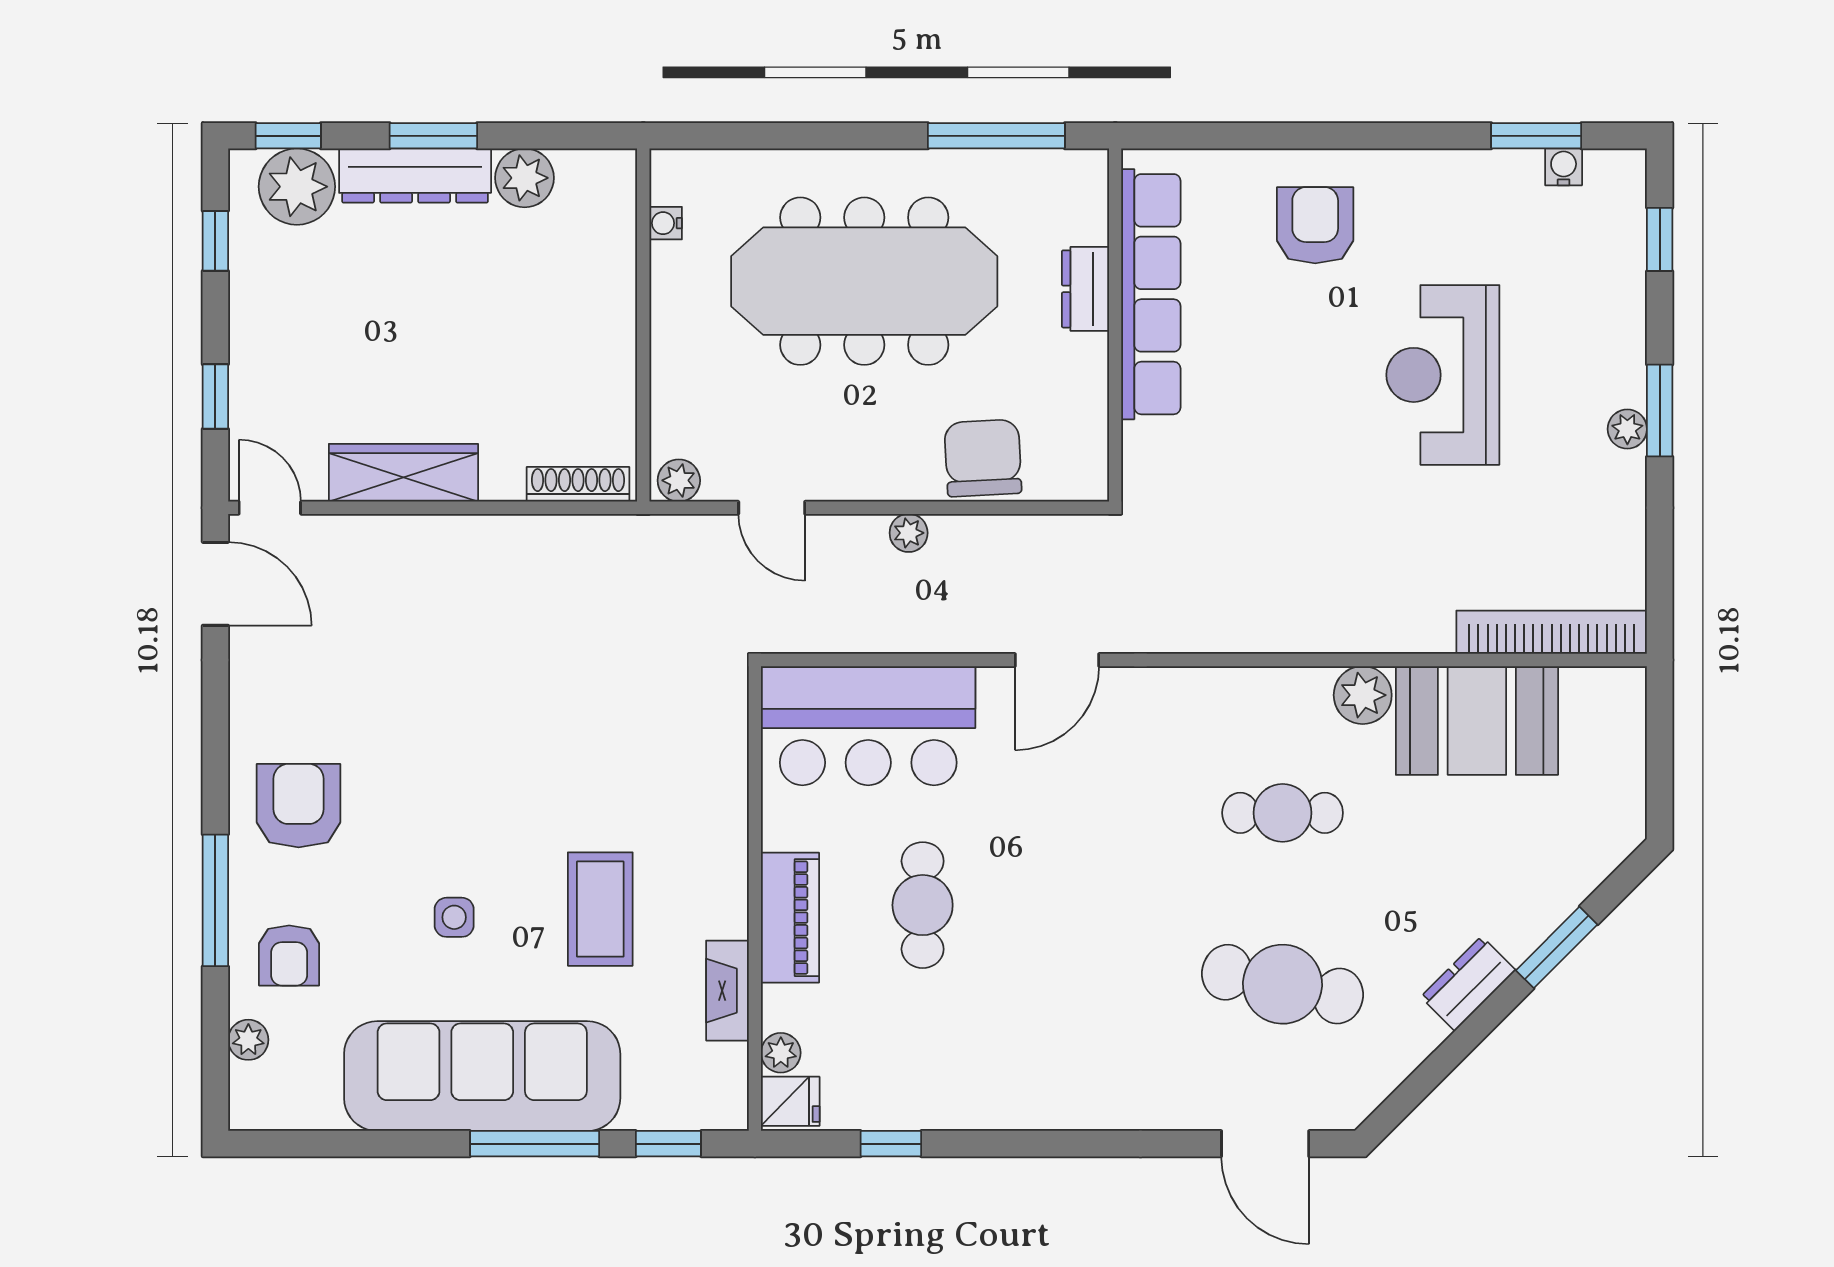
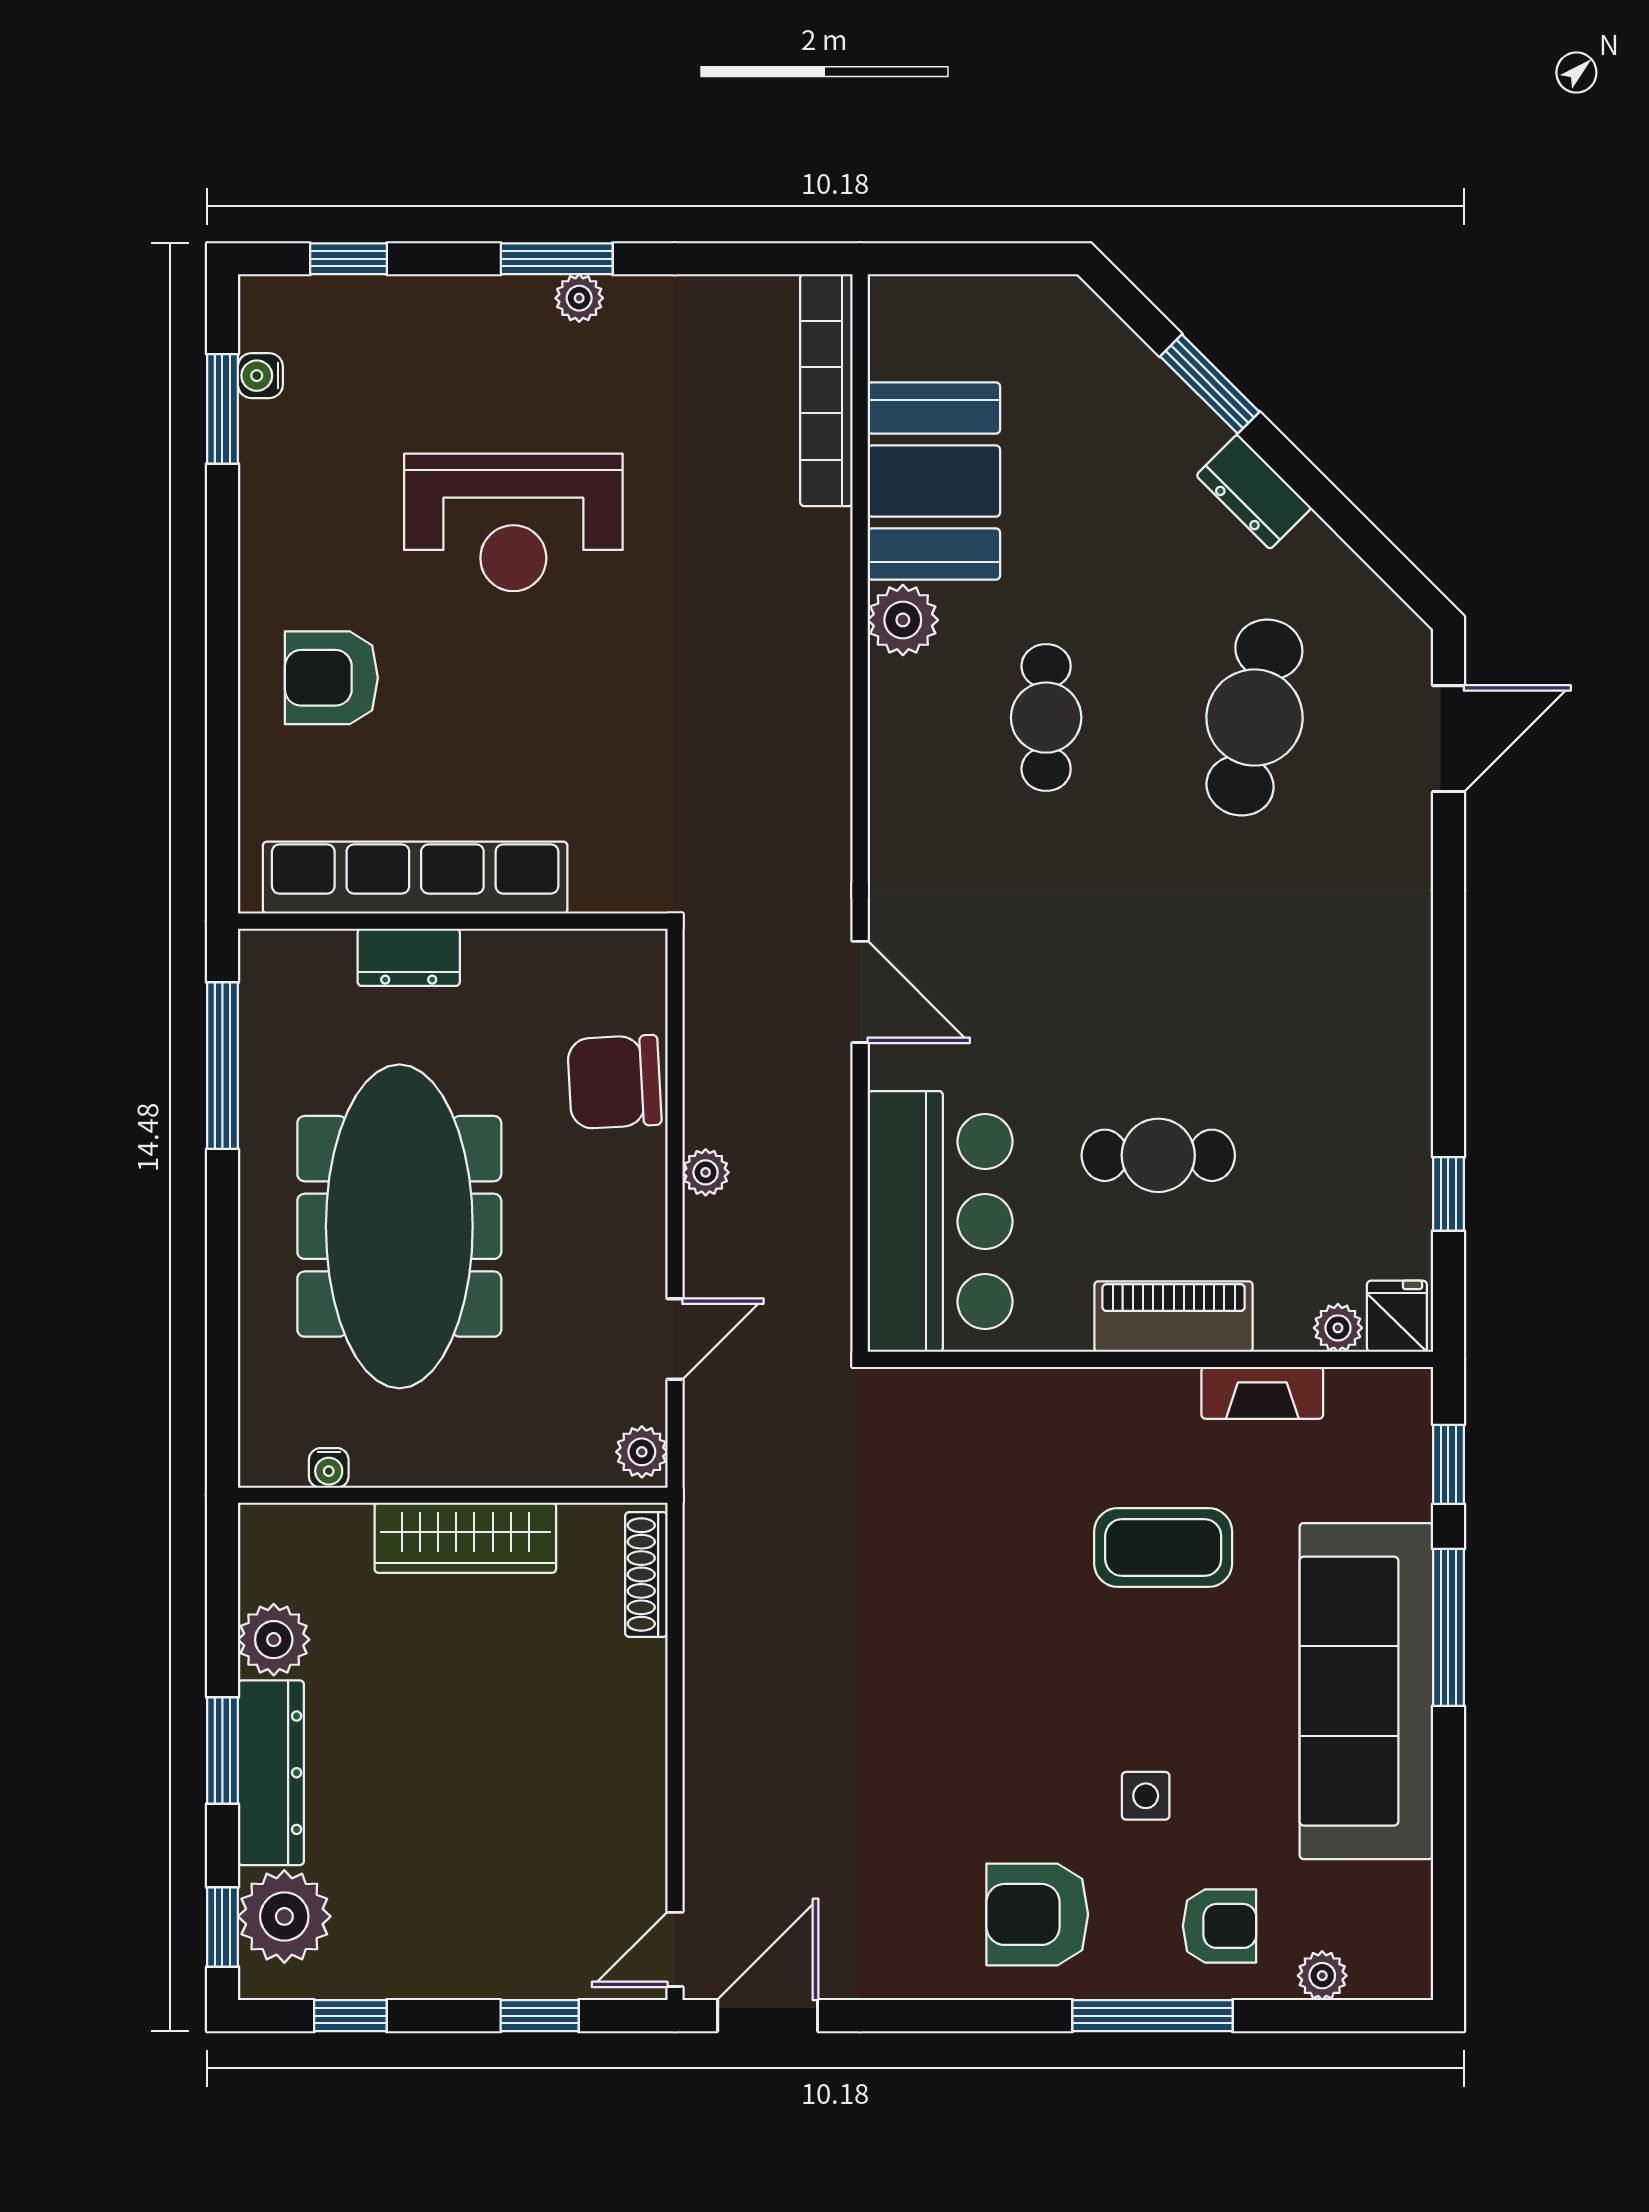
wardrobe: (403, 473) -> (465, 1538), moved, turned -90
side table: (454, 917) -> (1146, 1796), moved

